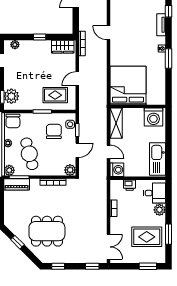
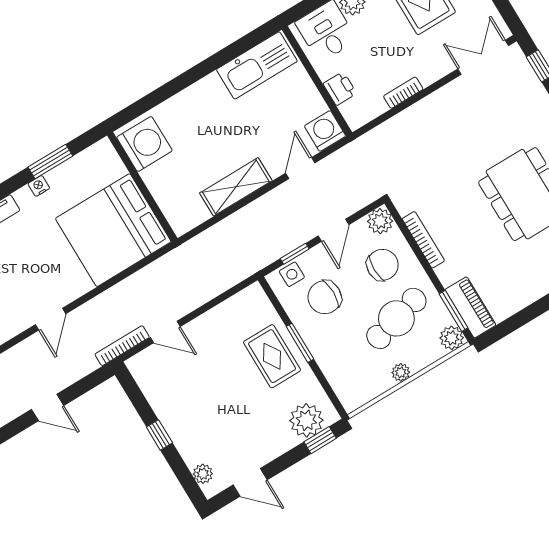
door: (109, 33) -> (51, 319), moved
wardrobe: (63, 47) -> (151, 379), removed
door: (77, 79) -> (165, 332), moved
bed: (128, 85) -> (113, 230), moved
rug: (55, 95) -> (272, 356), moved
wall: (138, 106) -> (142, 187), moved
washing machine: (153, 117) -> (144, 144), moved
chair: (13, 121) -> (383, 265), moved
door: (77, 150) -> (333, 230), swing flipped

